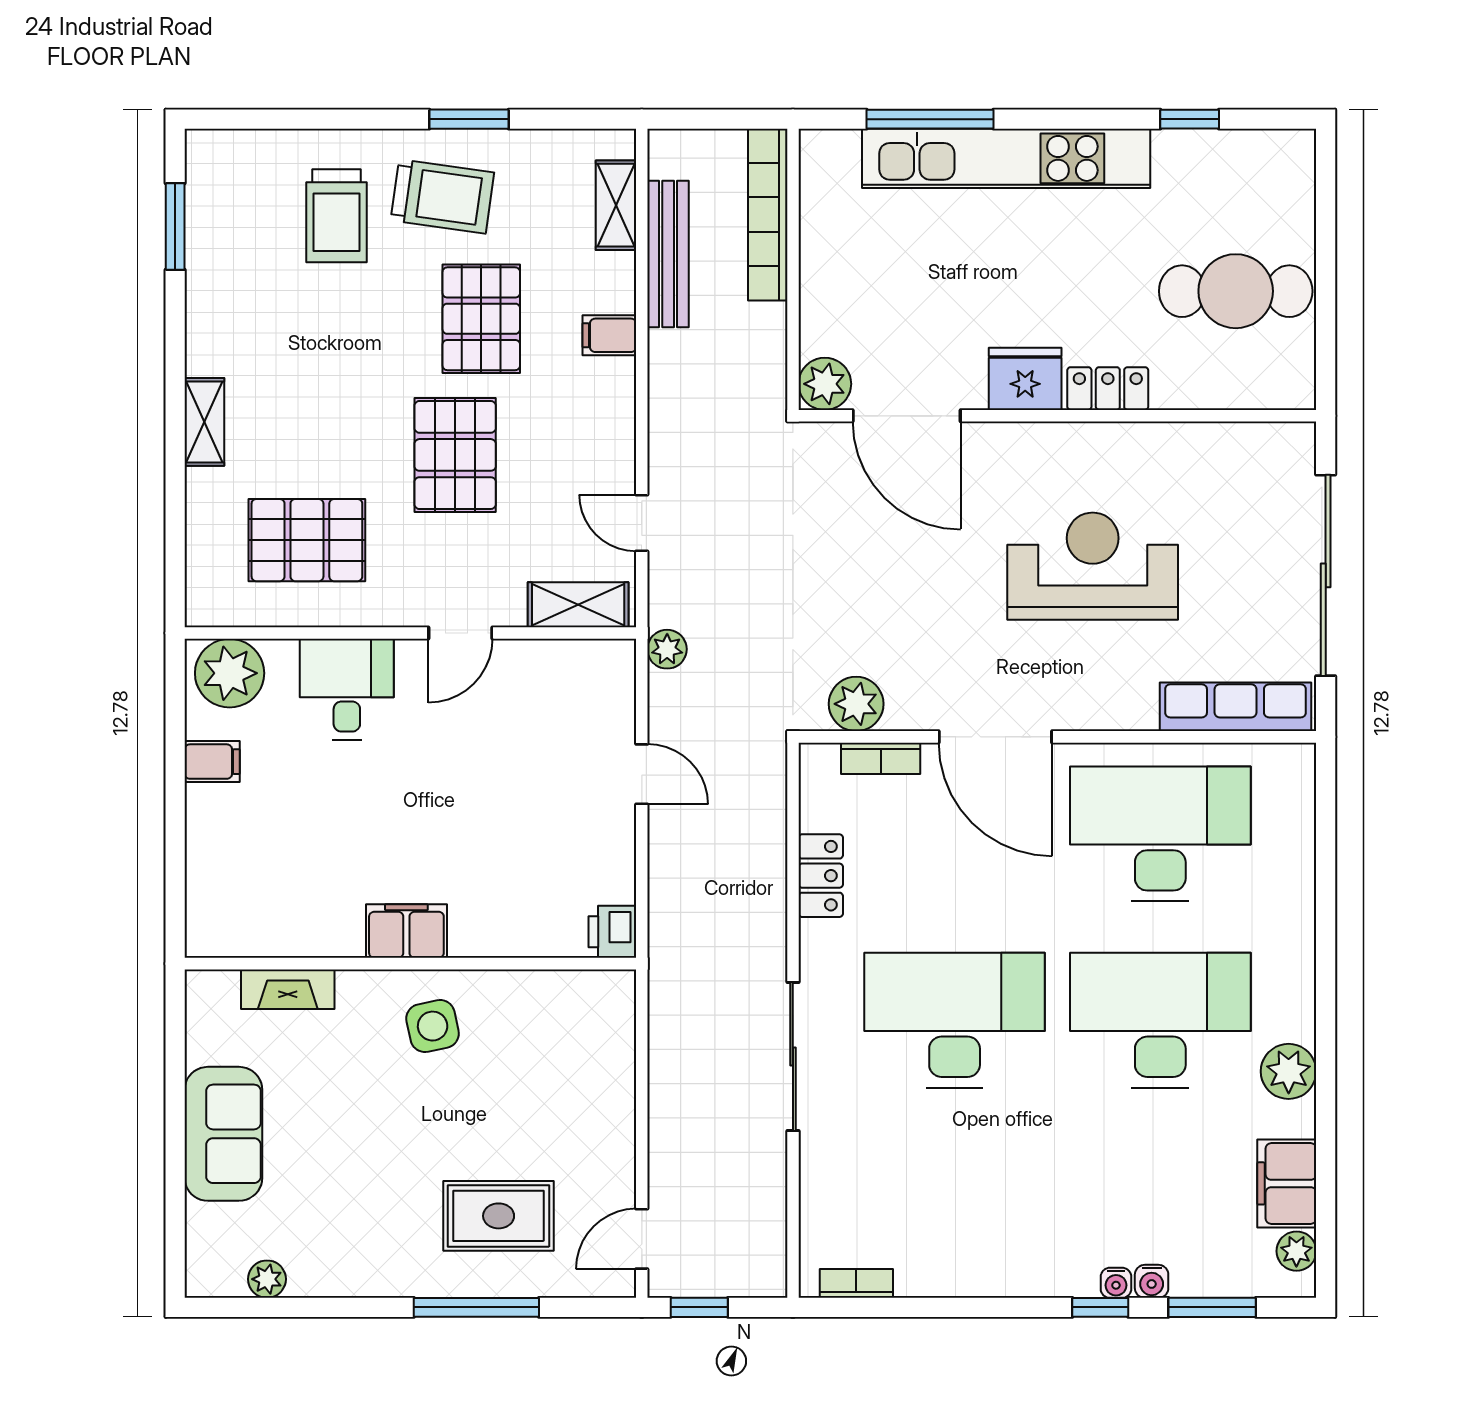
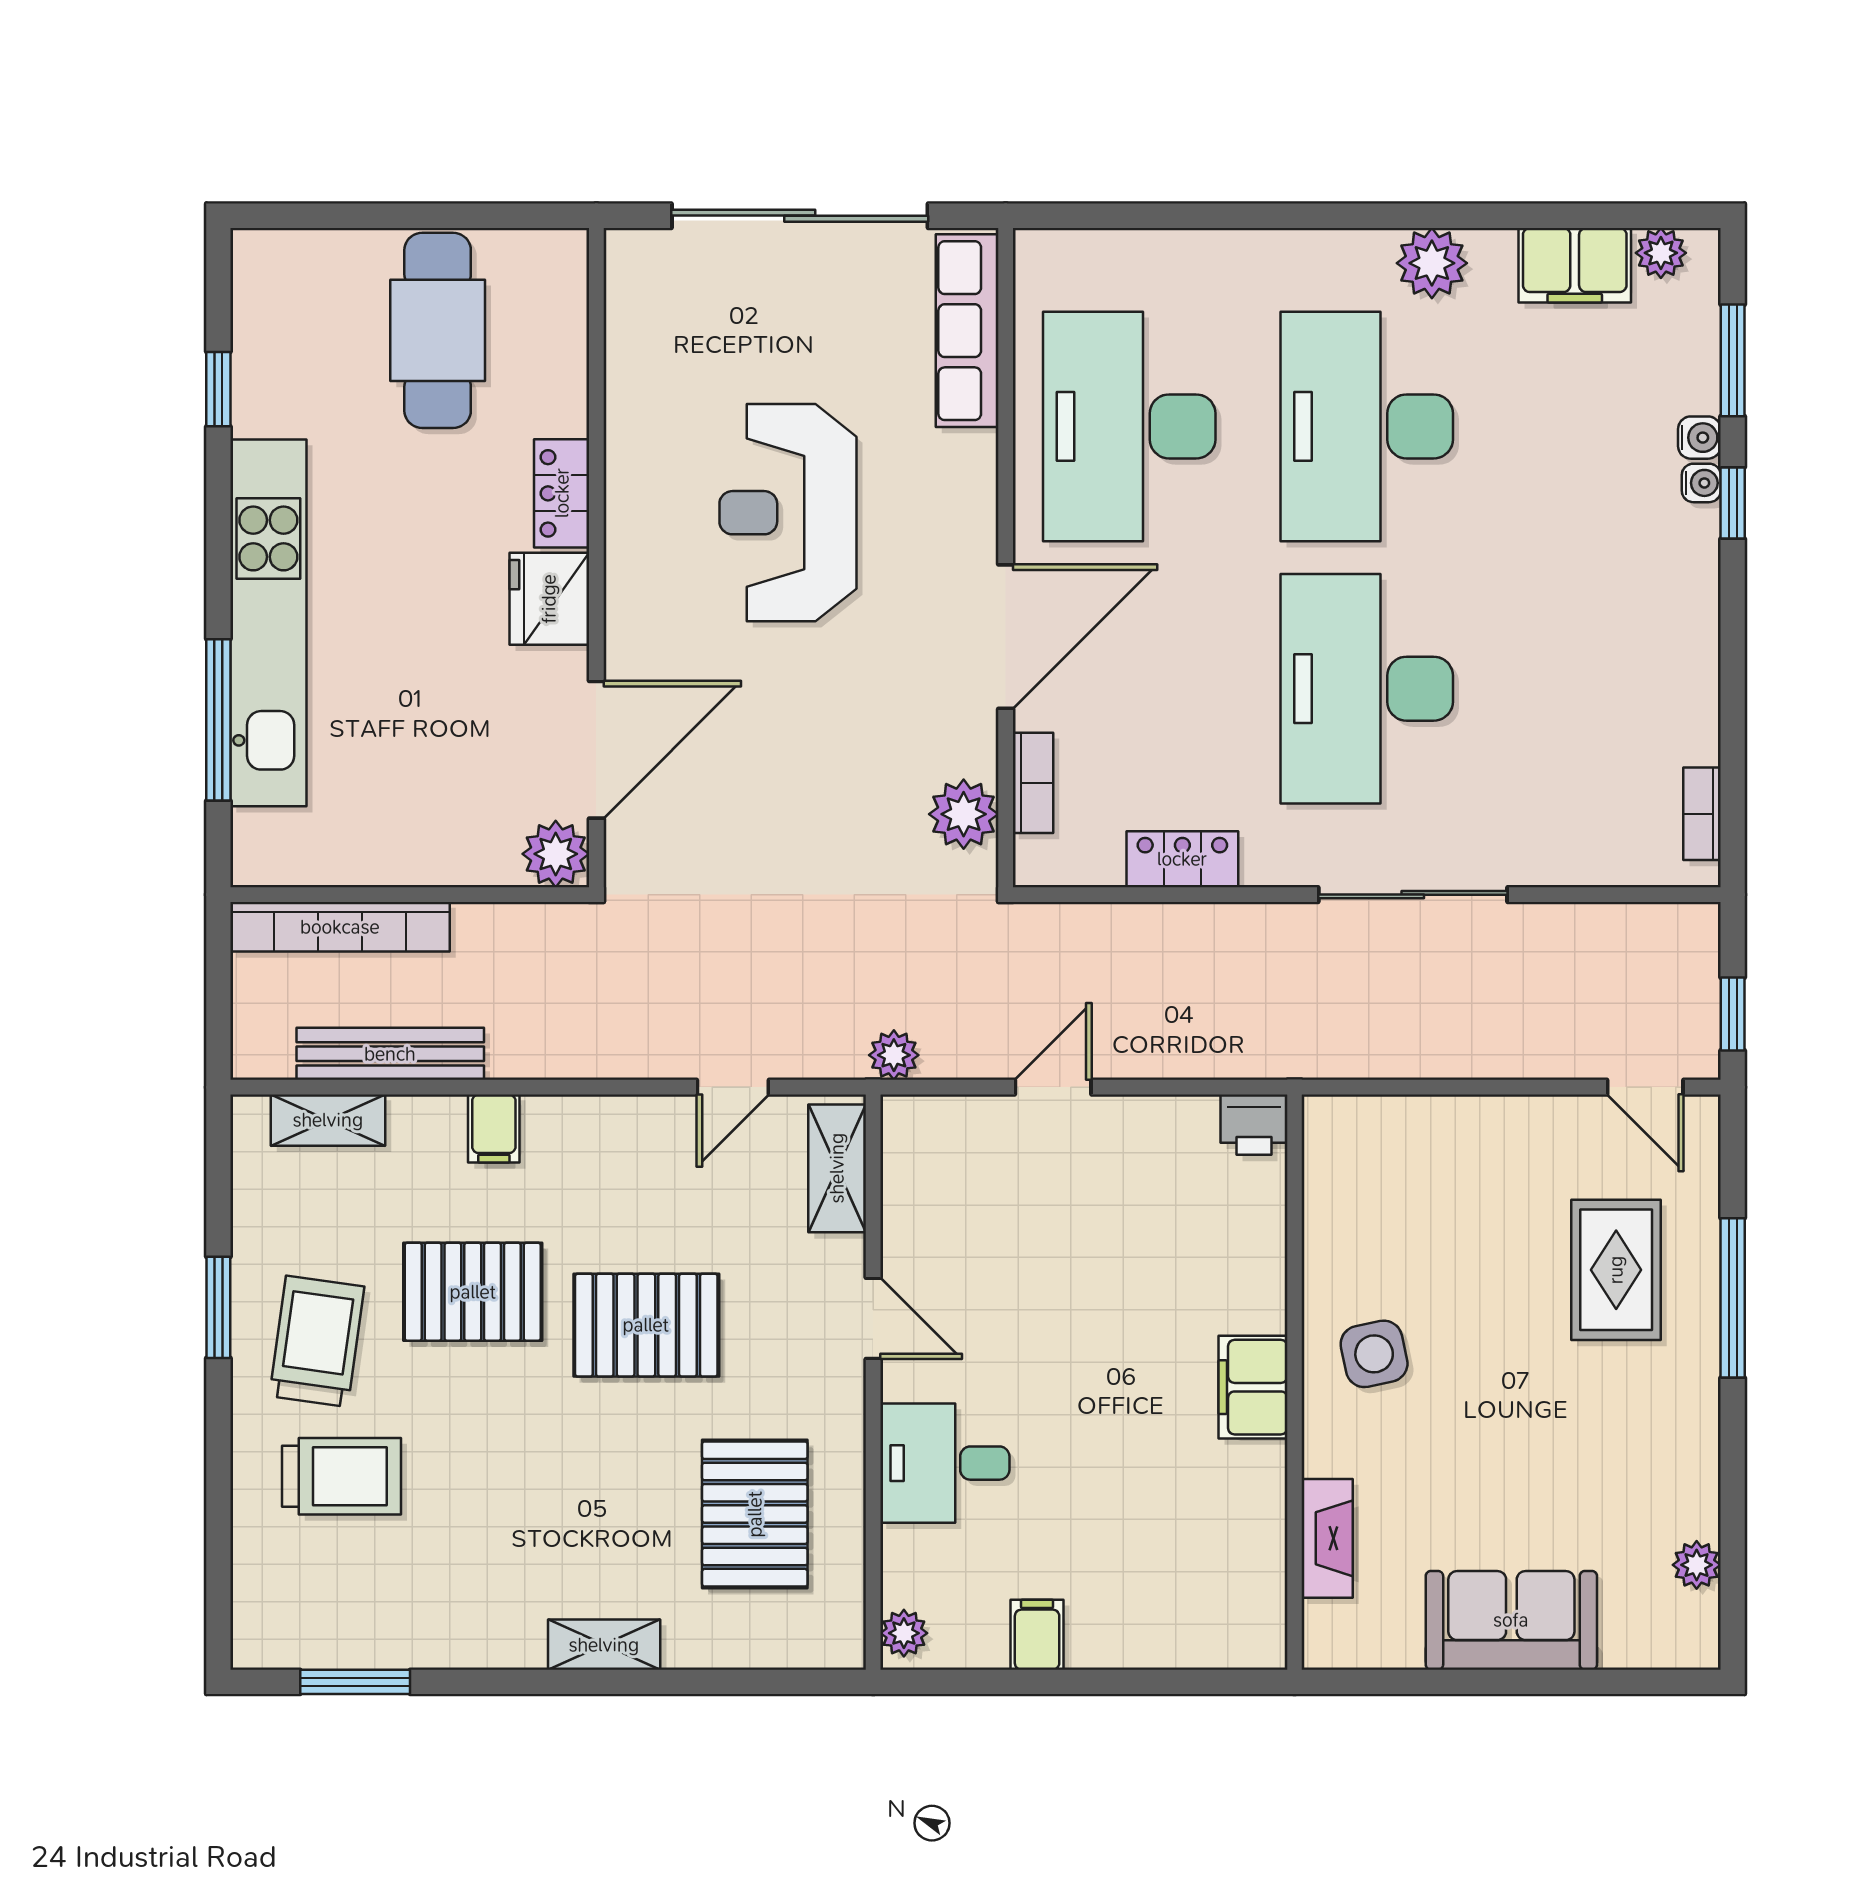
plant: (230, 673) -> (904, 1633), width x0.53, depth x0.53

